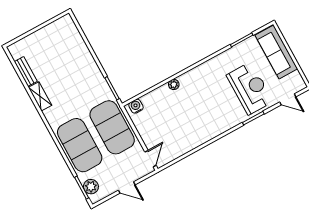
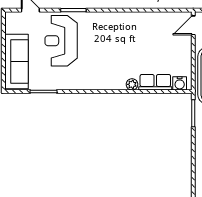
row of seats: (156, 96) -> (155, 82), added

